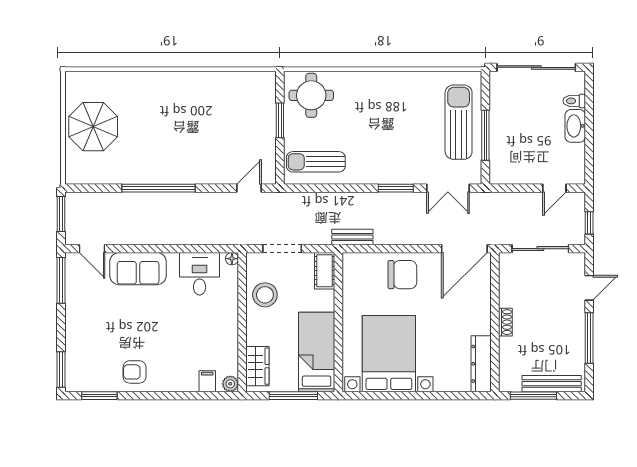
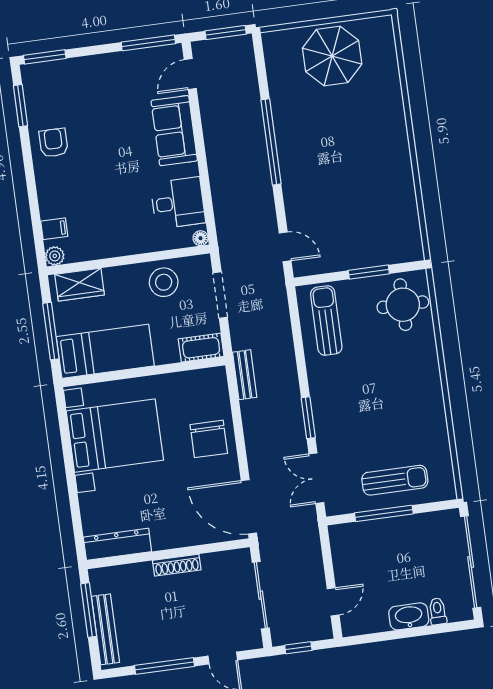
sun lounger: (459, 122) -> (395, 480), width x0.73, depth x0.75
door: (554, 188) -> (333, 602), swing flipped
shoe rack: (505, 322) -> (177, 565), width x1.43

